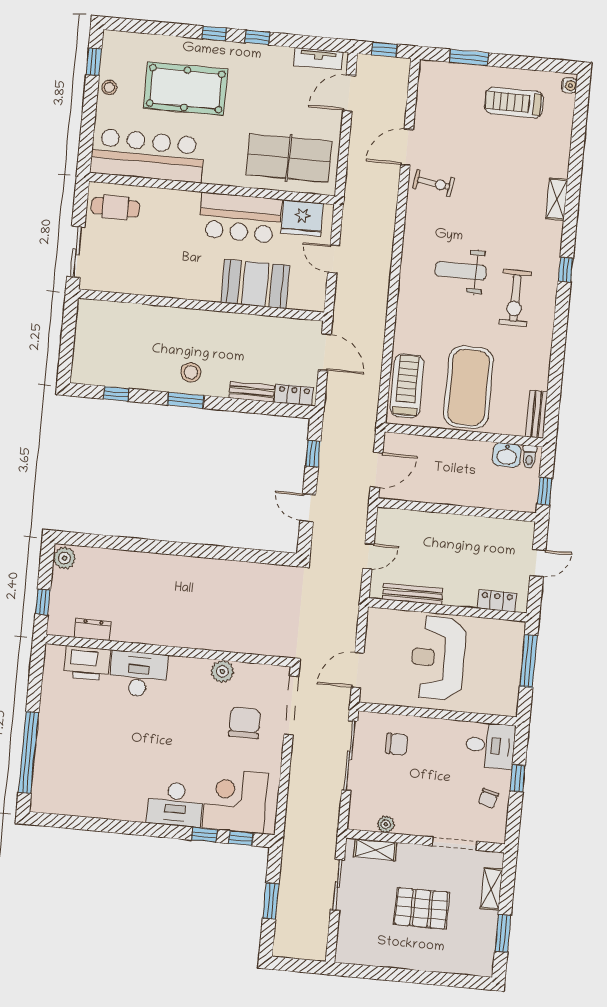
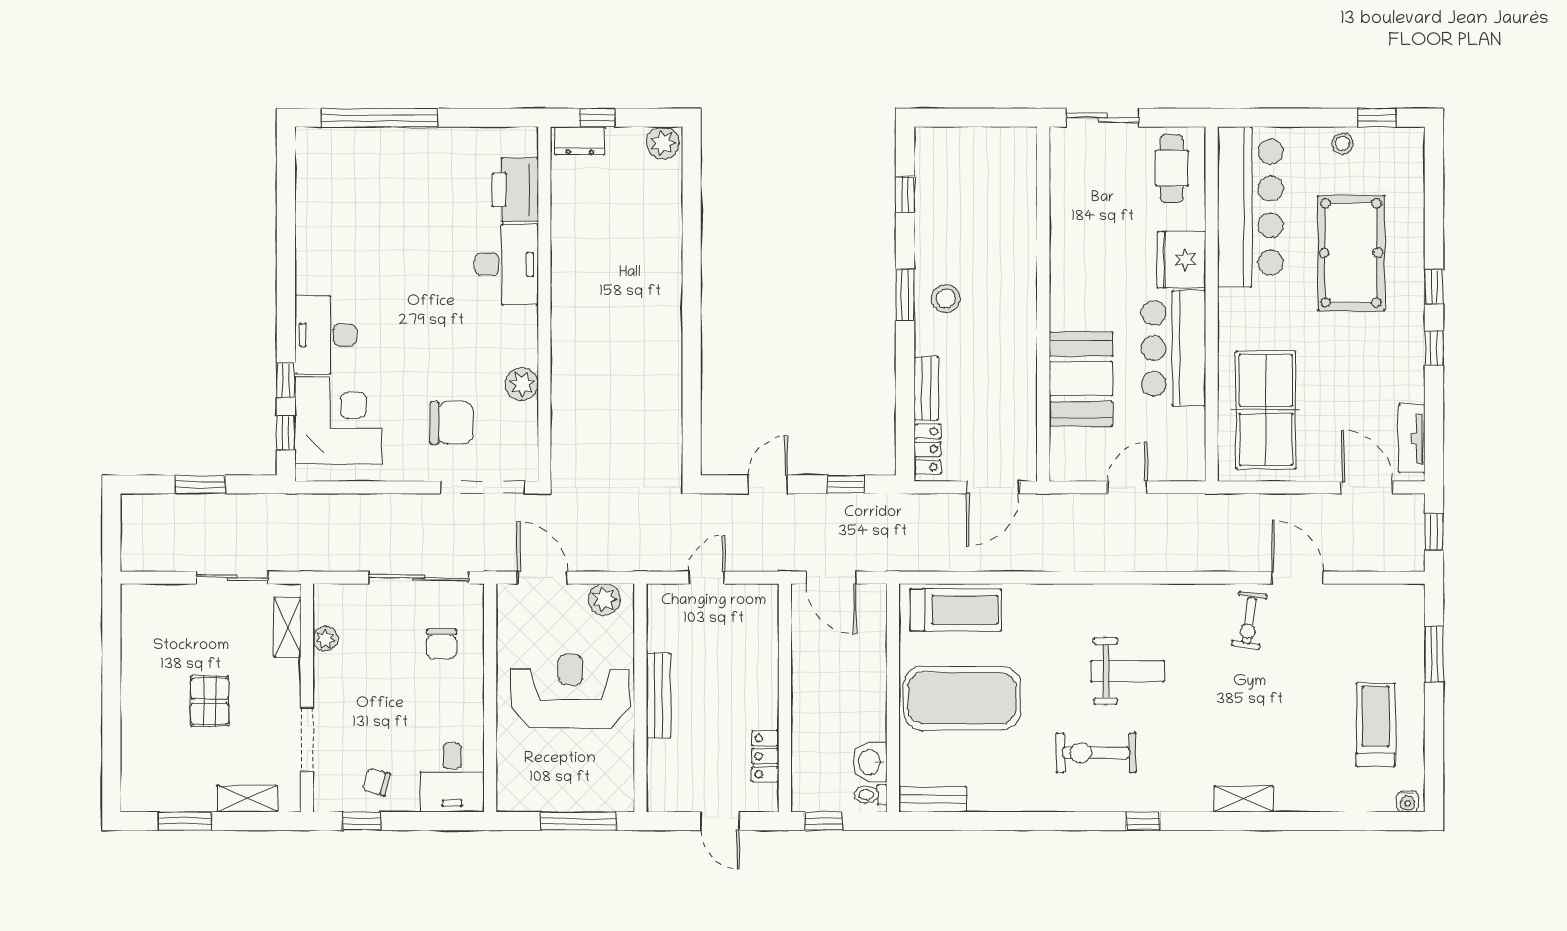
fridge: (302, 218) -> (1181, 260), moved
weight bench: (461, 271) -> (1128, 671), turned 90
door: (368, 556) -> (707, 578), swing flipped
bench: (413, 594) -> (658, 695), moved
locker: (497, 601) -> (765, 756), moved, turned 180
plant: (377, 629) -> (604, 600), added
dresser: (93, 630) -> (580, 141), moved, turned 90
window: (518, 778) -> (362, 821), moved
pallet: (421, 908) -> (210, 701), width x0.67, depth x0.71

